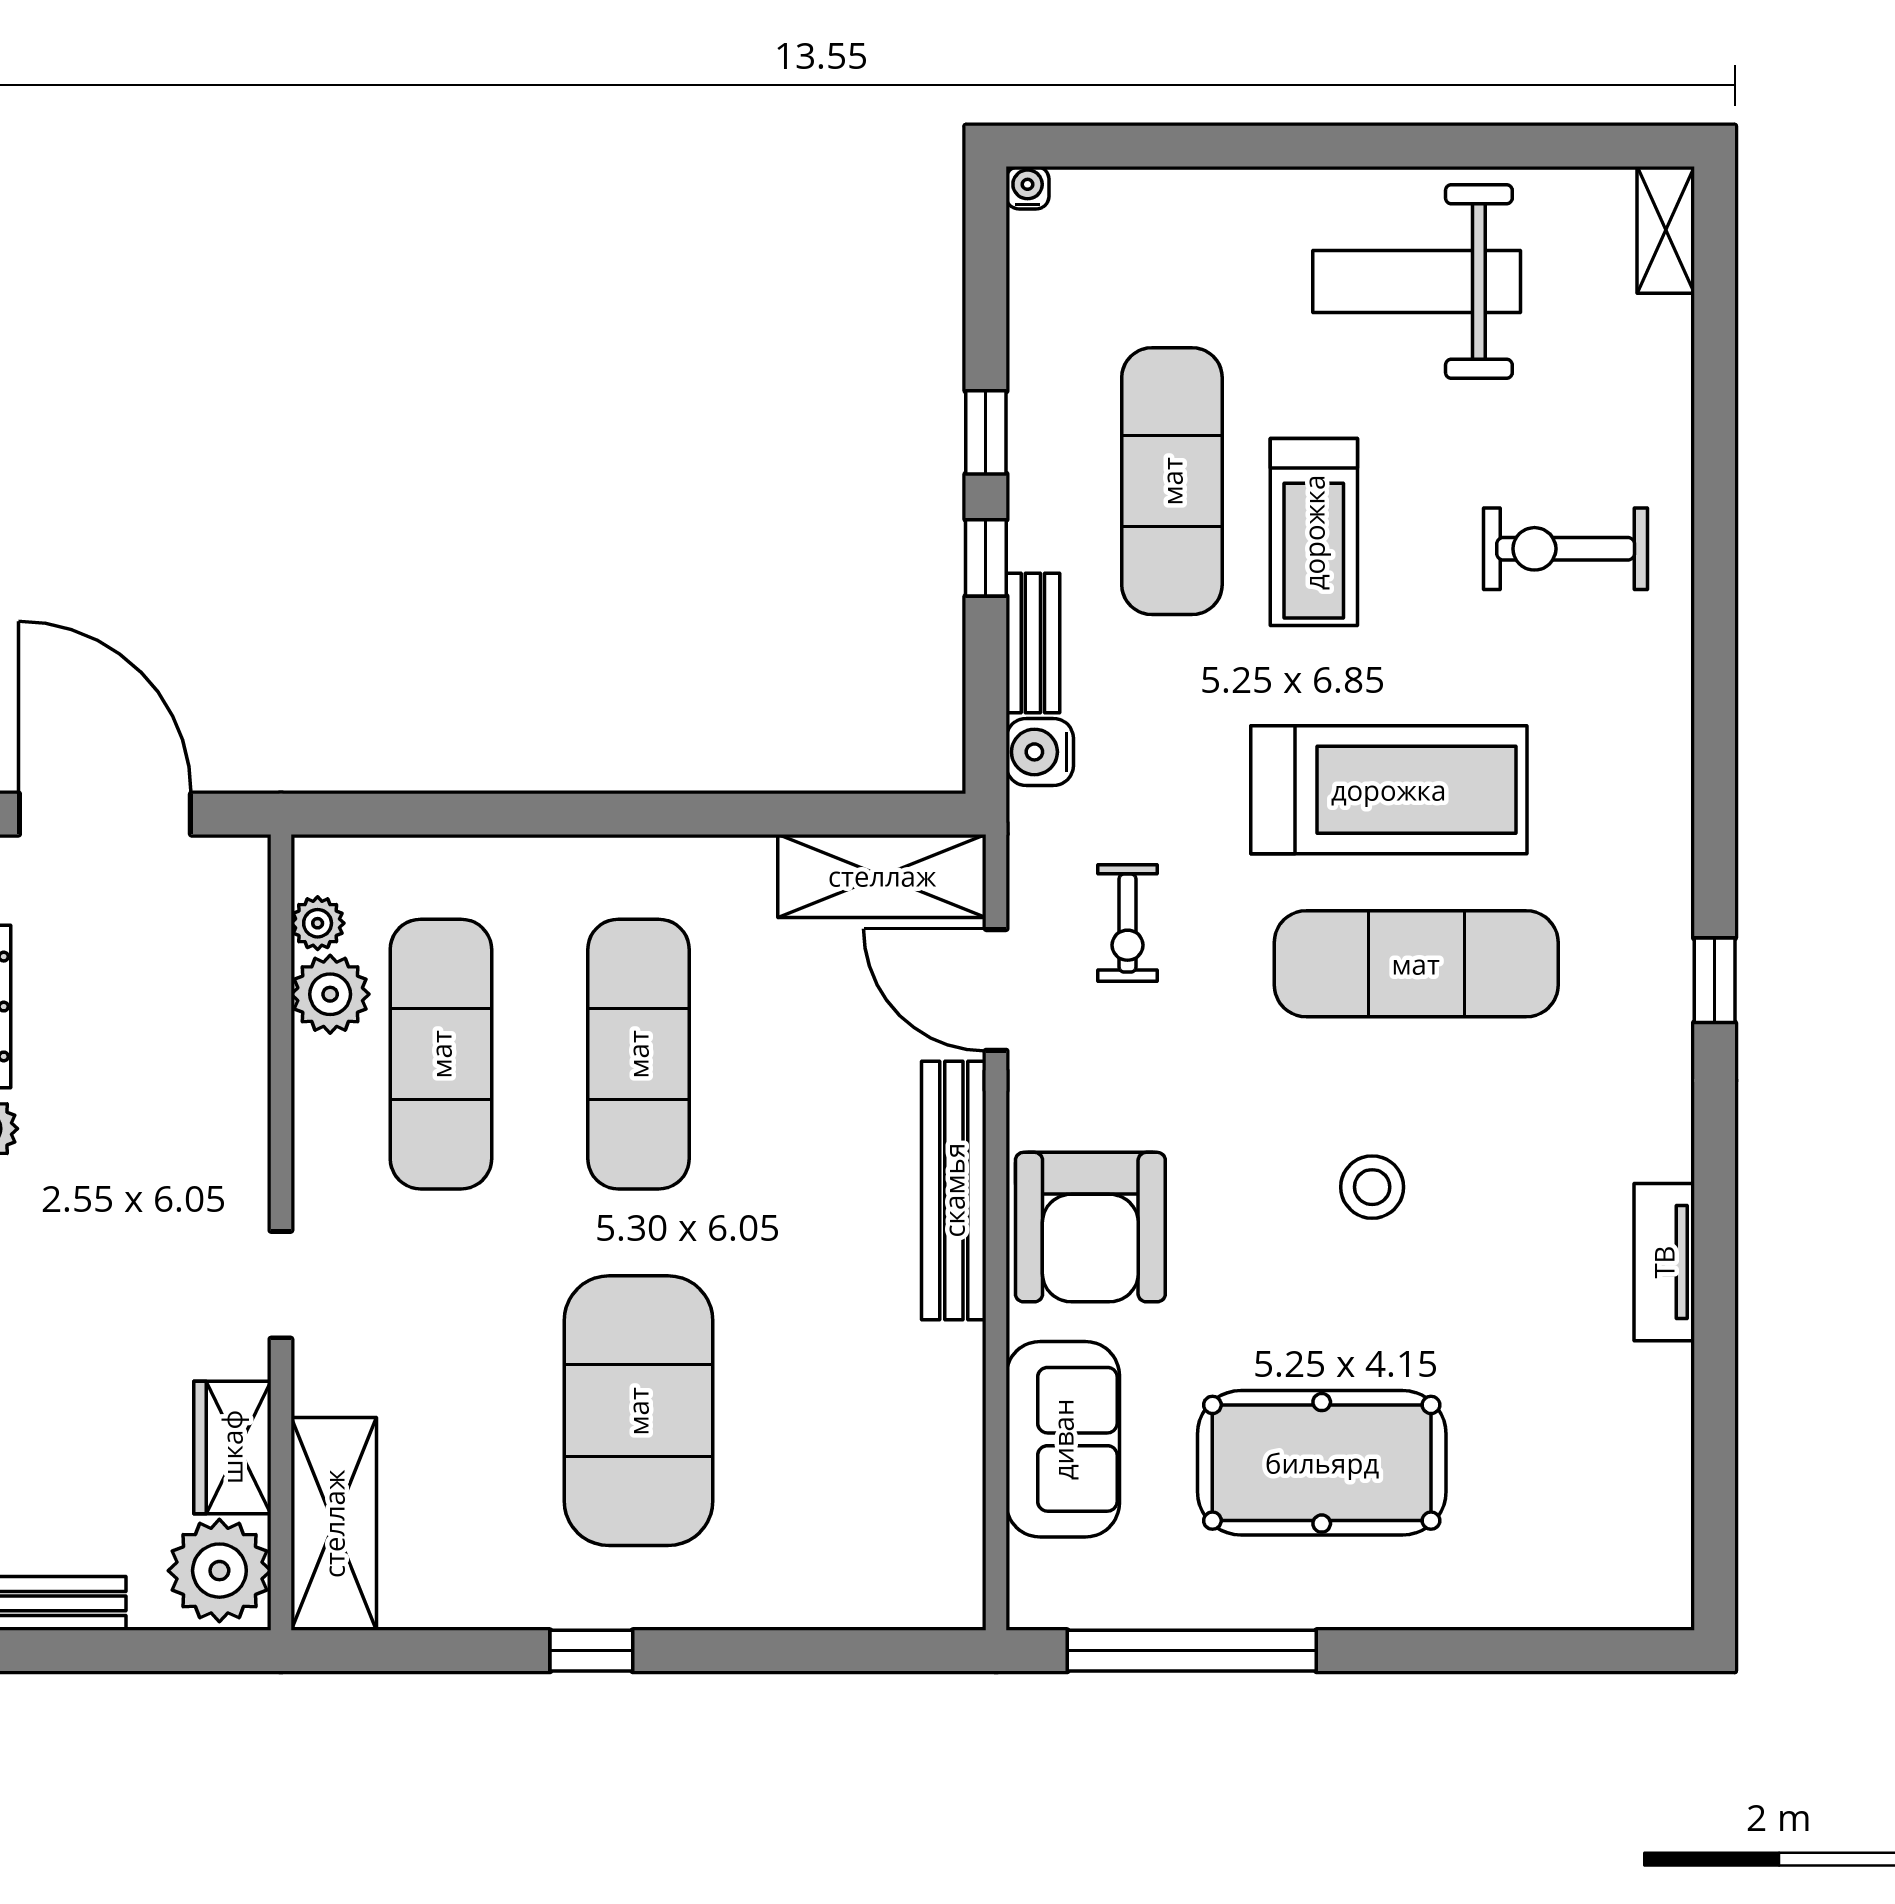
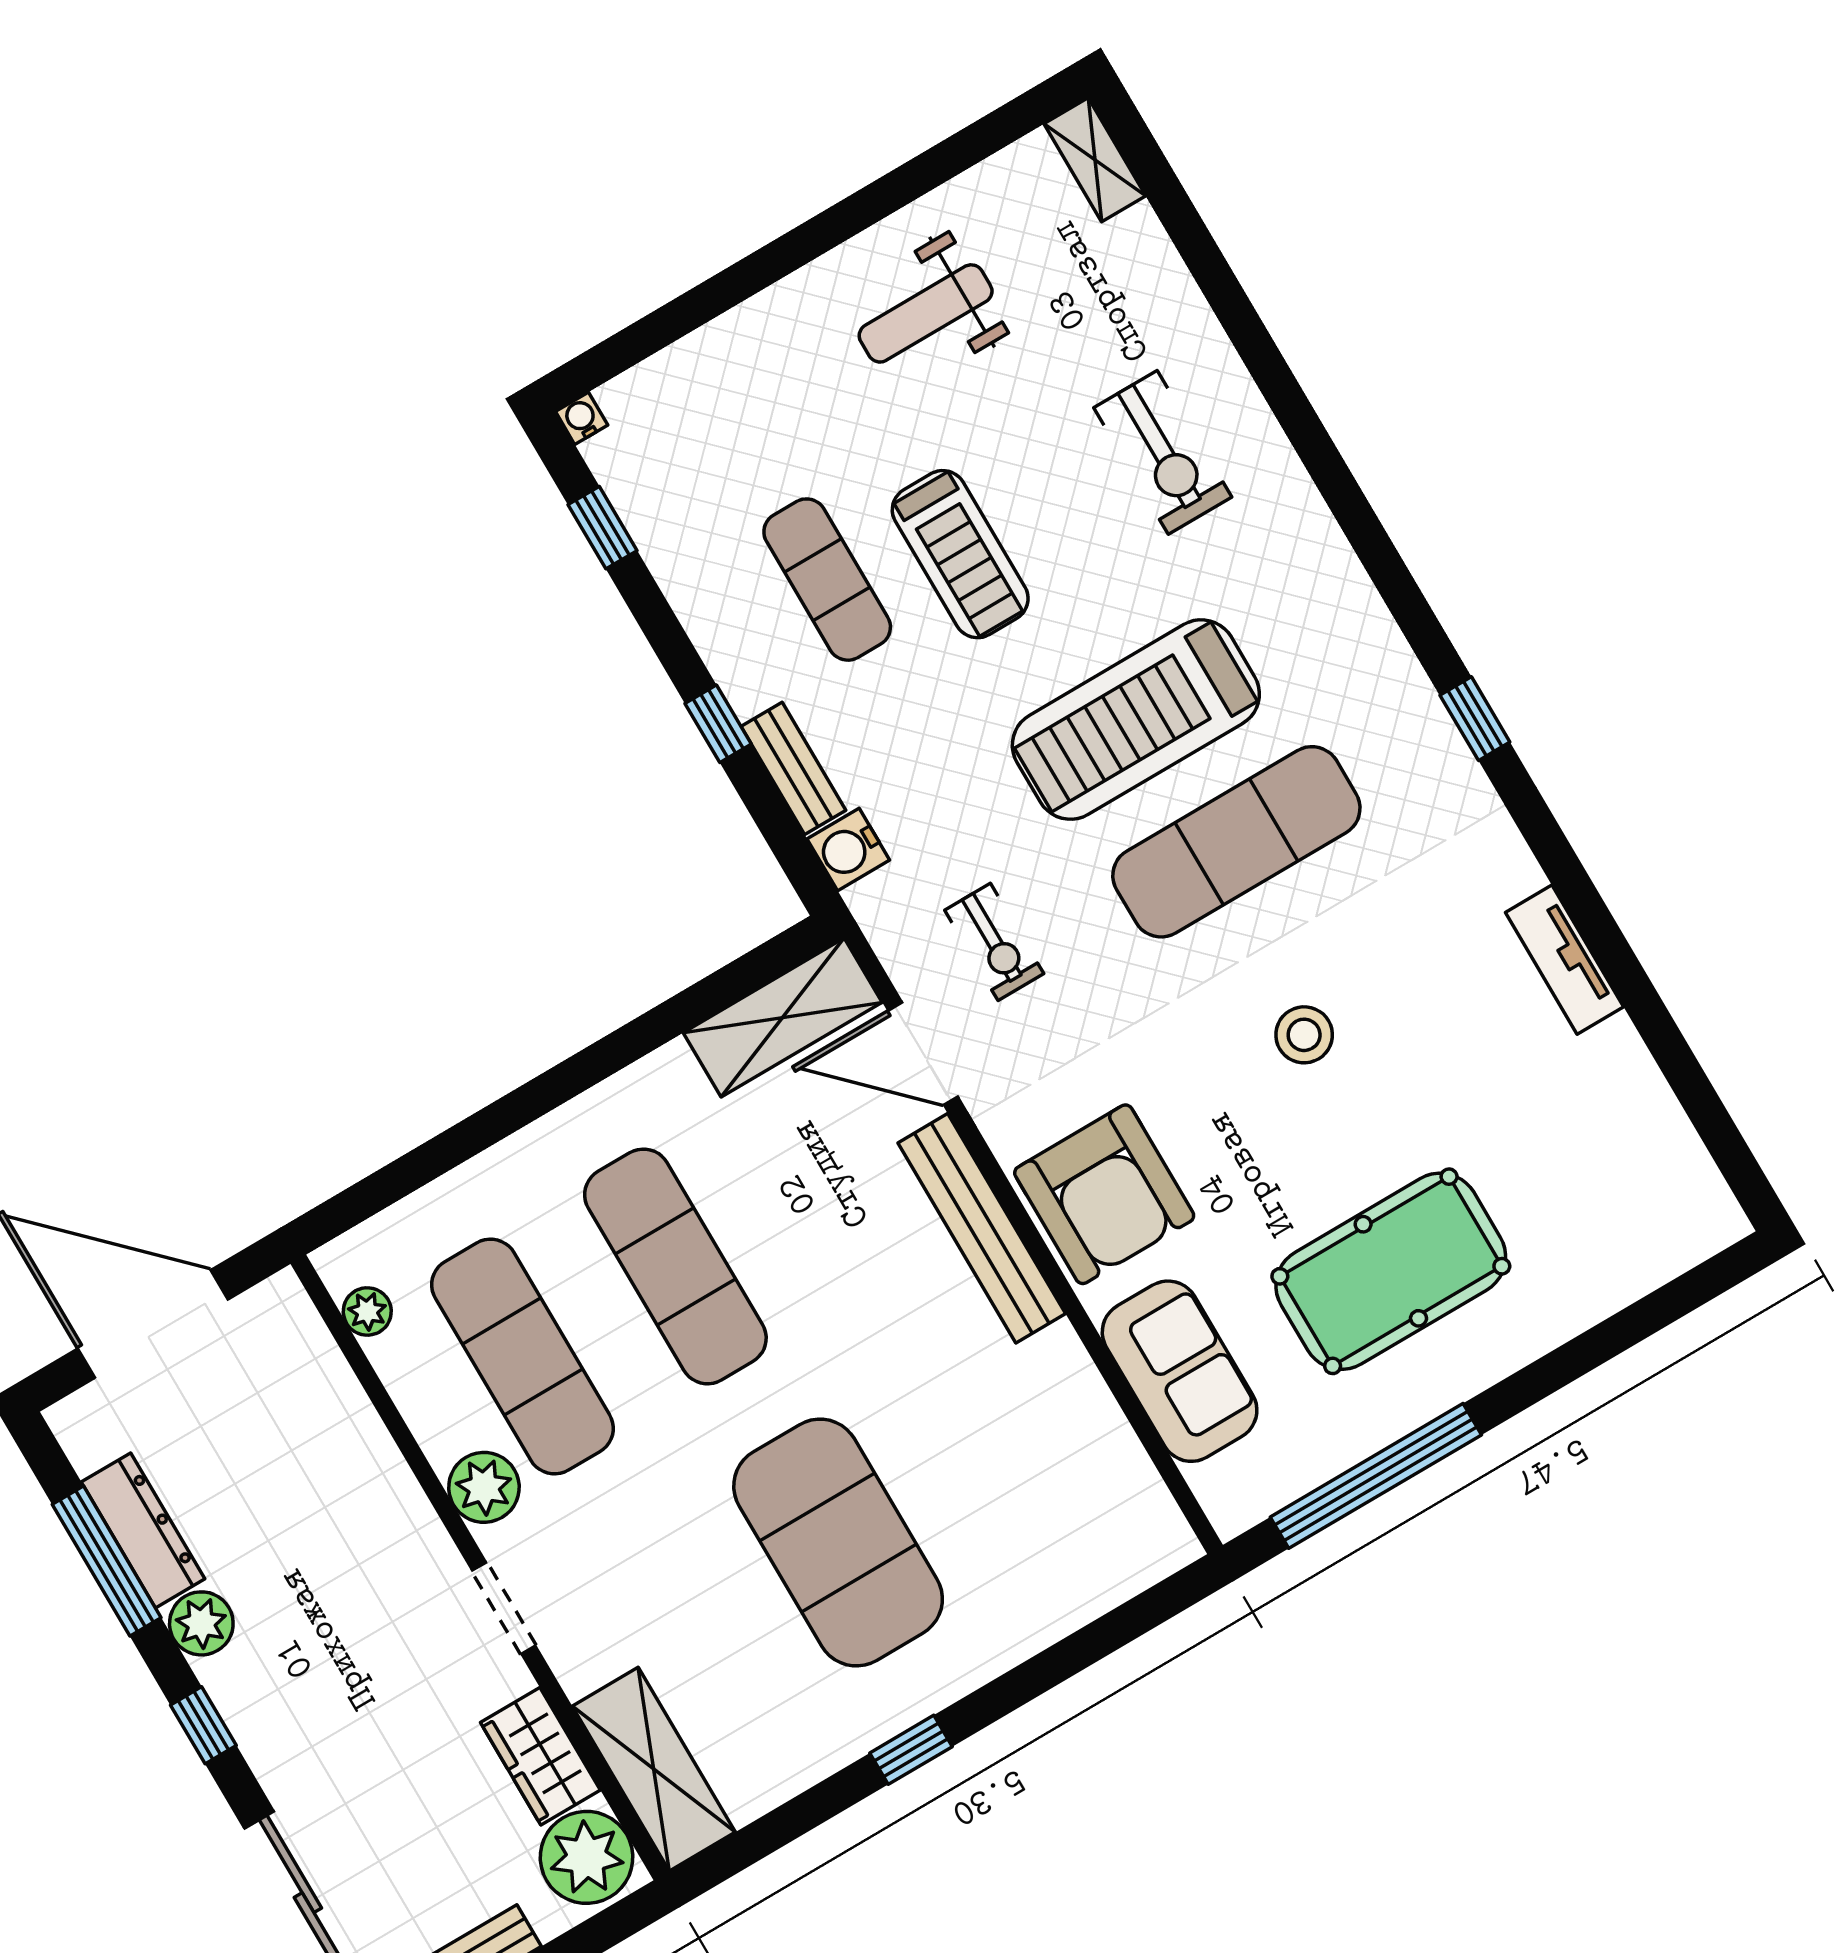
weight bench: (1417, 282) -> (926, 313), width x0.73, depth x0.75
window: (986, 432) -> (603, 528), moved
exercise mat: (1172, 481) -> (827, 580), width x0.73, depth x0.69
exercise bike: (1566, 549) -> (1163, 452), turned -90
treadmill: (1389, 790) -> (1136, 720), turned 180
plant: (330, 994) -> (484, 1487), moved

